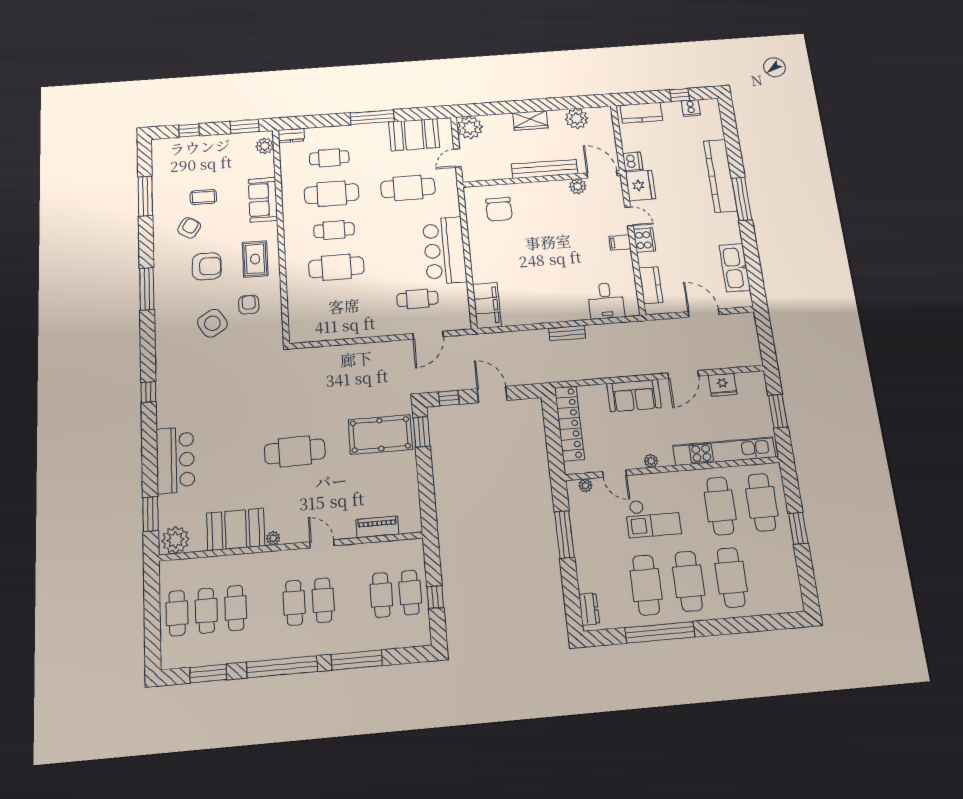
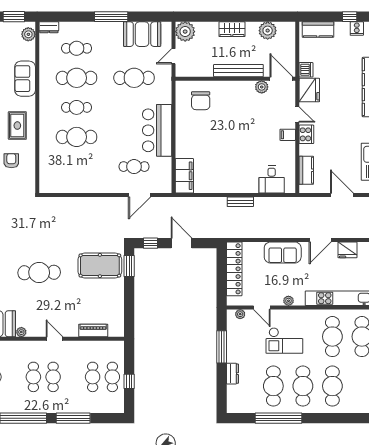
dresser: (589, 609) -> (232, 374), moved

